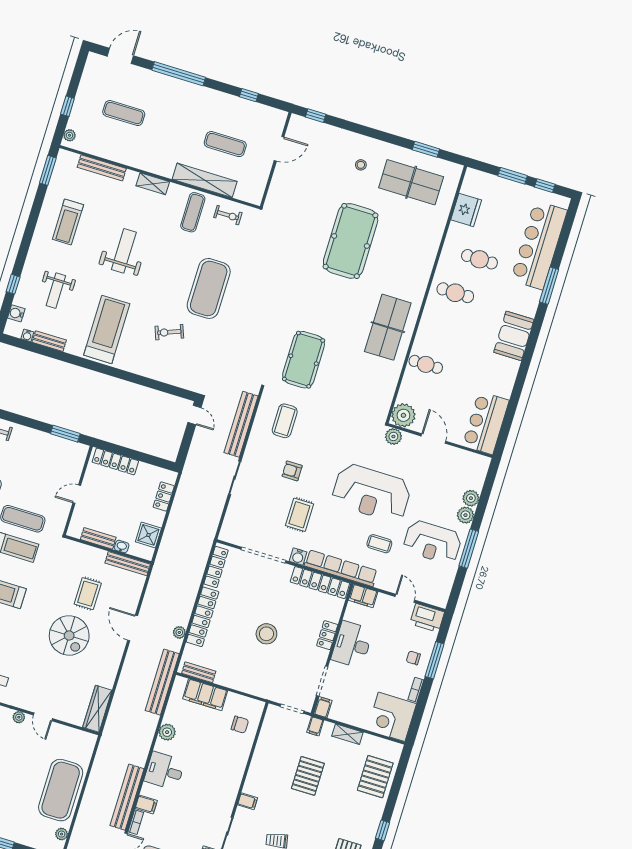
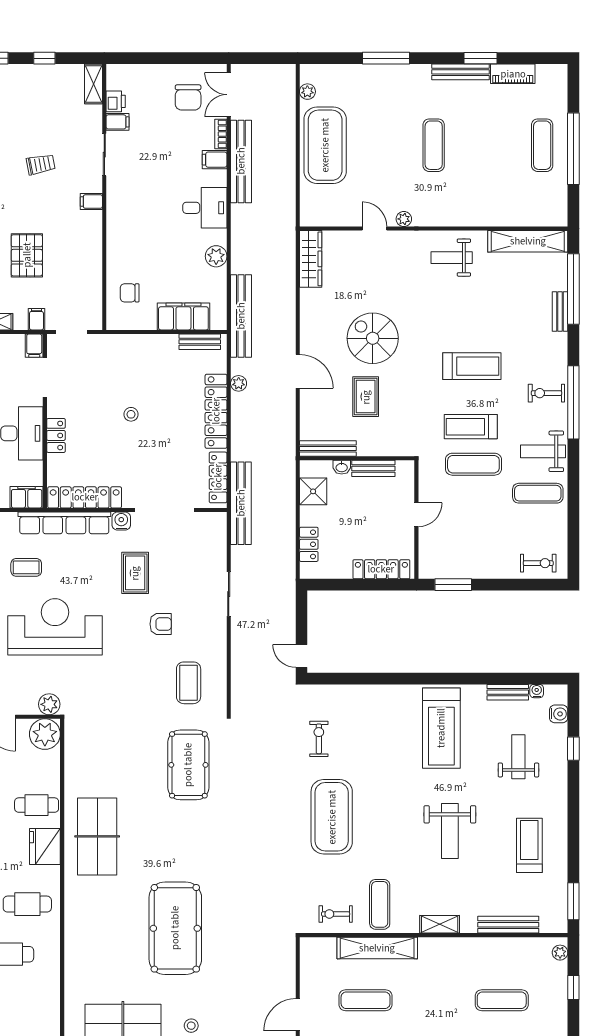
fridge: (466, 210) -> (45, 846), moved
exercise bike: (169, 332) -> (319, 739), moved, turned -69
bench: (241, 424) -> (241, 503), moved
stool: (266, 634) -> (131, 414), width x0.53, depth x0.53

